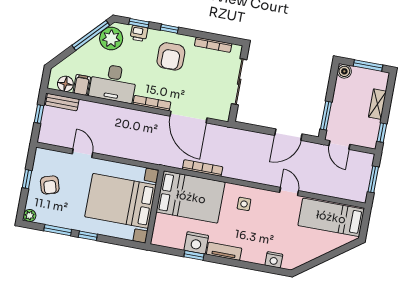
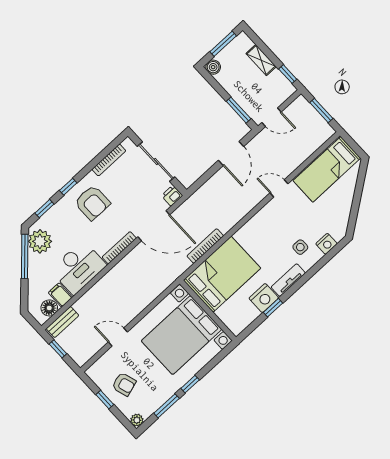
printer: (139, 33) -> (172, 196), moved, turned 180
side table: (244, 204) -> (300, 247), moved

